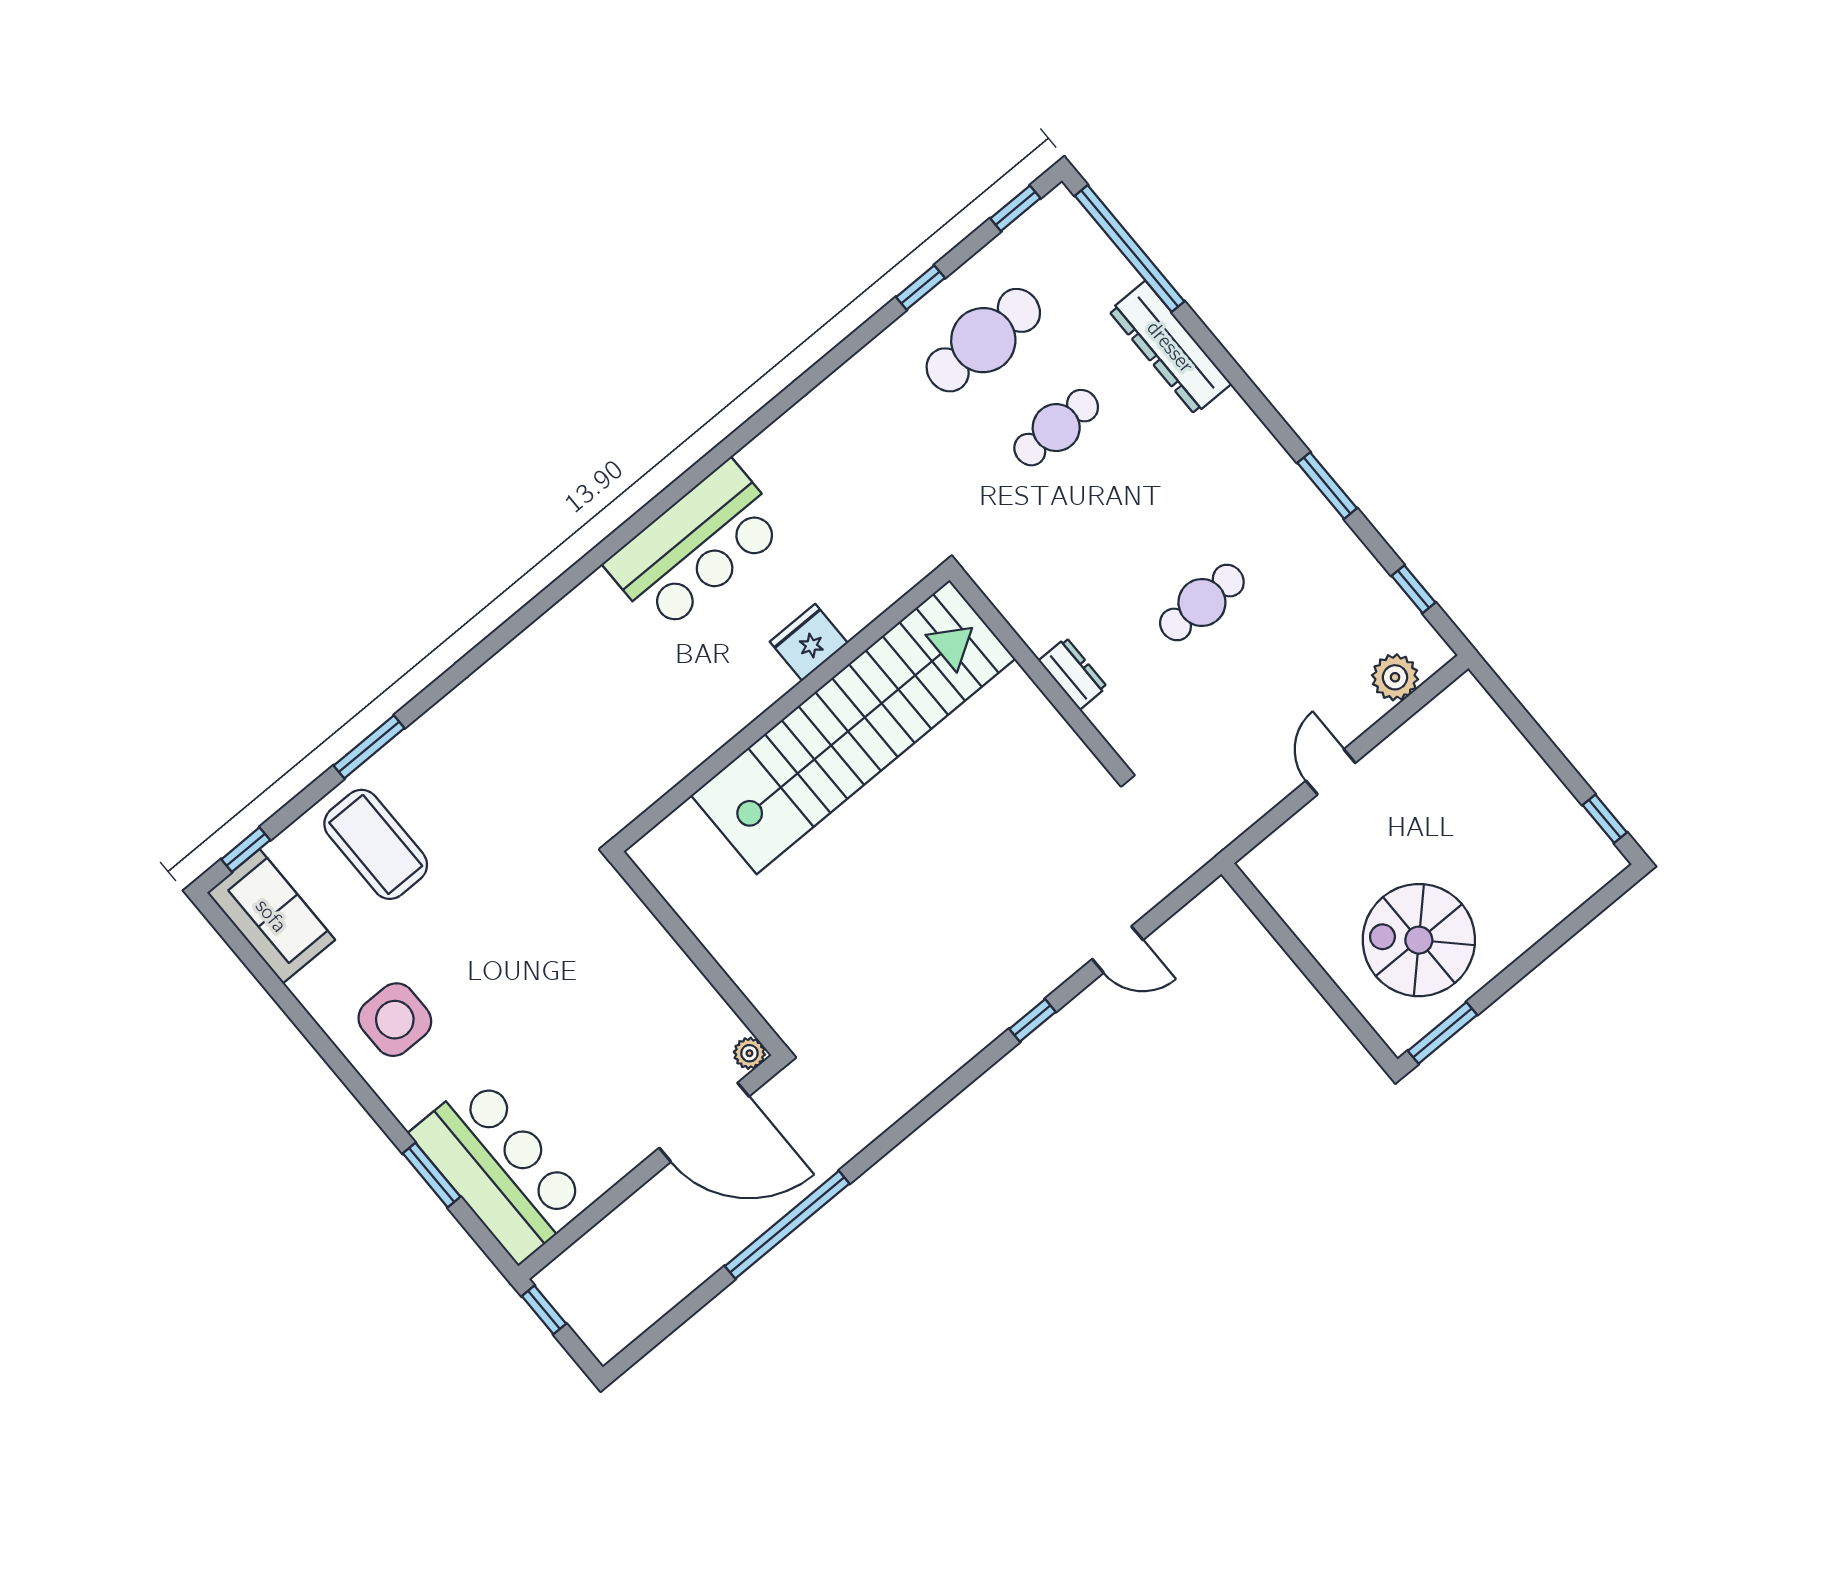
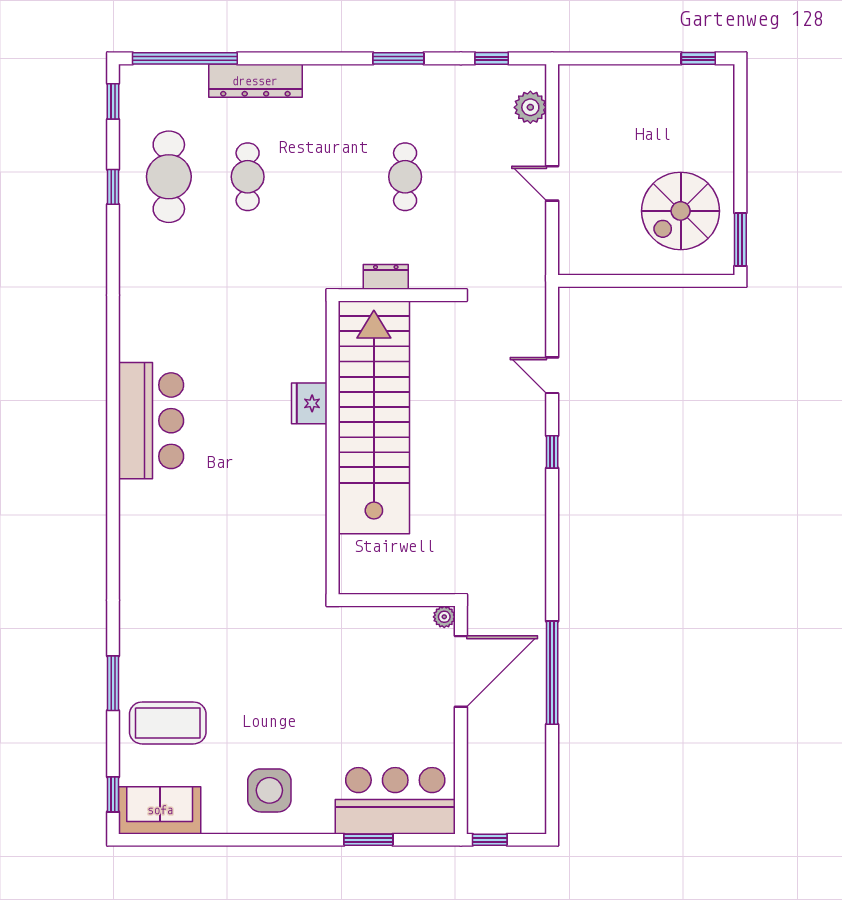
fridge: (809, 642) -> (309, 403), moved
wall: (781, 709) -> (333, 448), moved
stairs: (853, 727) -> (374, 417), moved
door: (1118, 950) -> (552, 375), swing flipped

